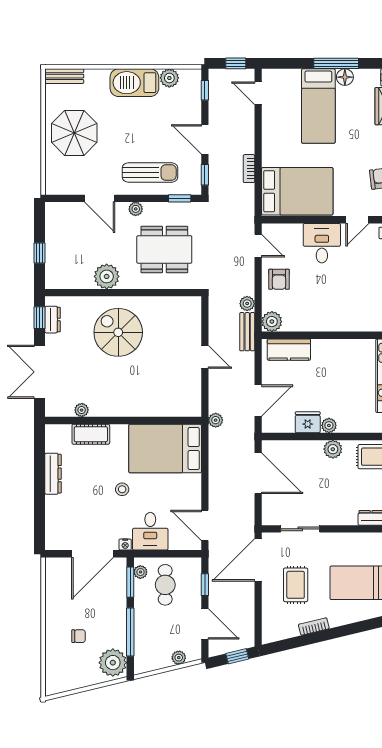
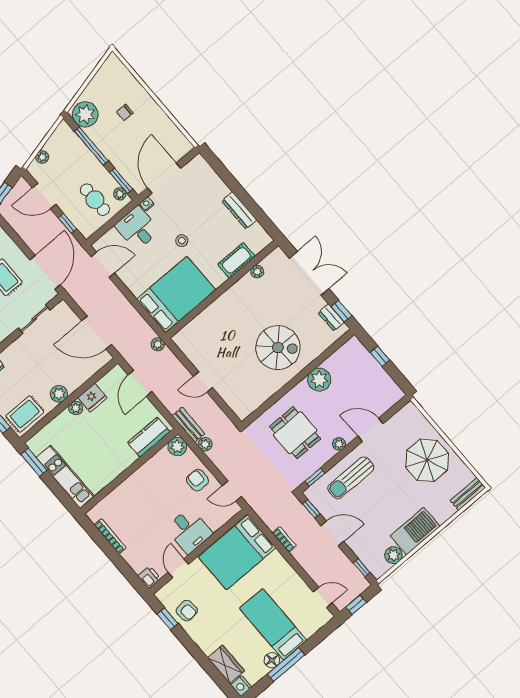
dining table: (164, 249) -> (295, 433), width x0.73

